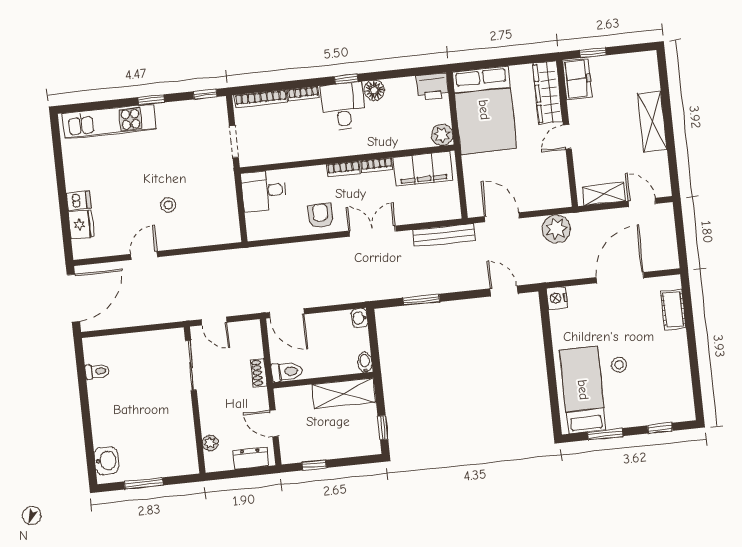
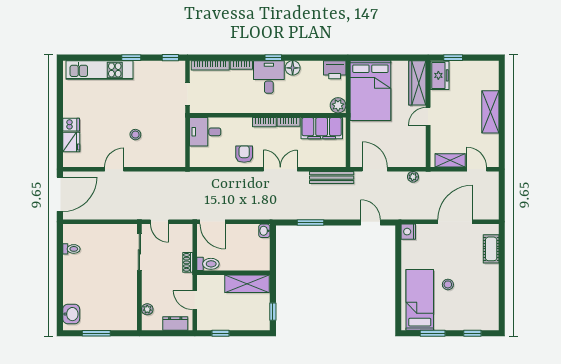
plant: (556, 229) -> (413, 177), width x0.53, depth x0.53
bidet: (365, 362) -> (265, 263), removed

